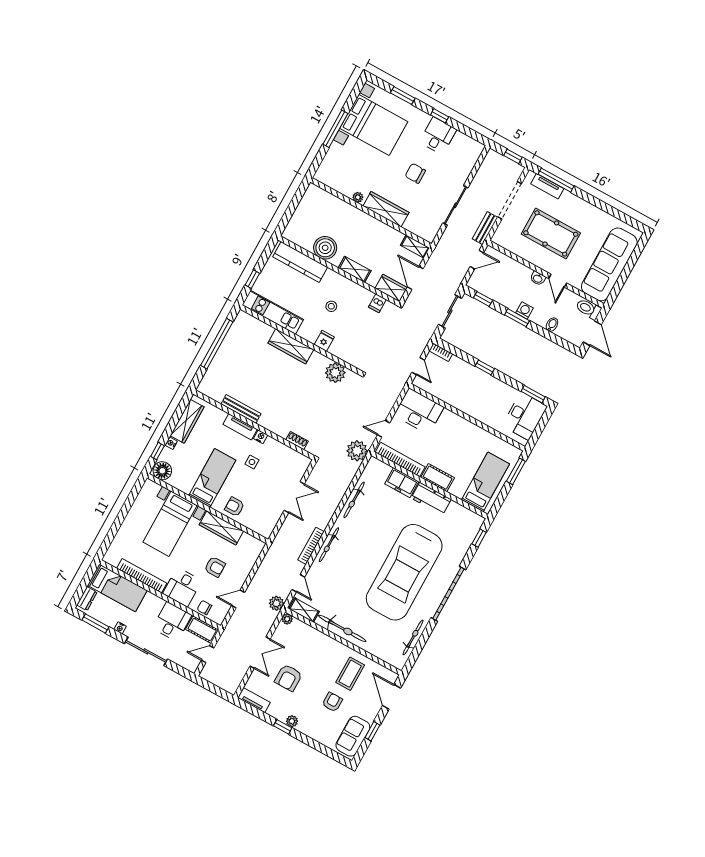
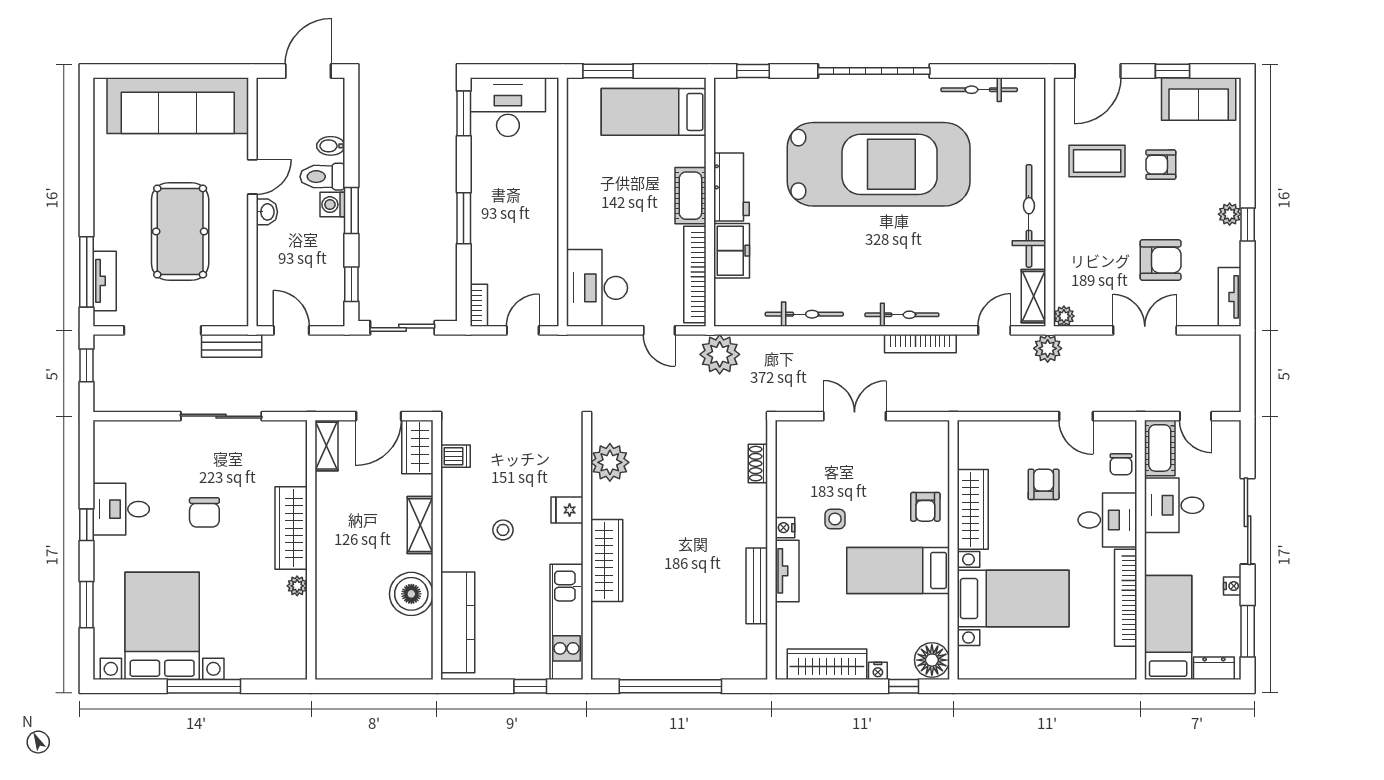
toilet: (588, 309) -> (322, 177), moved, turned 90
window: (485, 367) -> (464, 218), width x1.50

